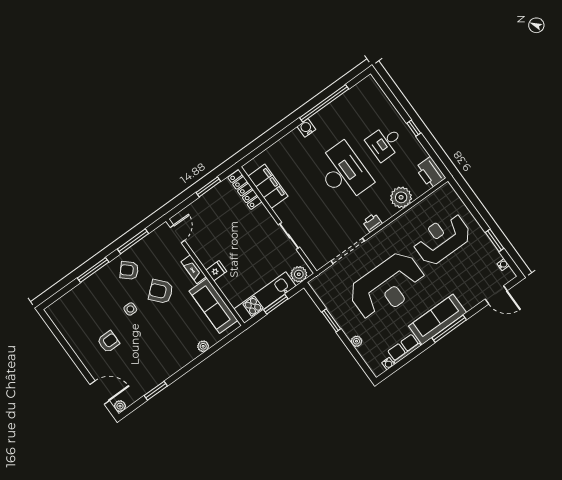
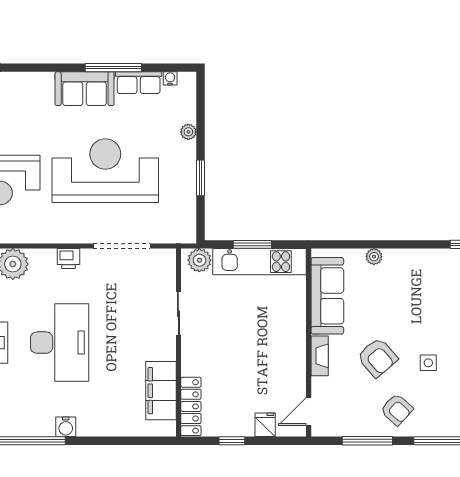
desk: (344, 172) -> (60, 343), turned 180
window: (208, 187) -> (232, 441), width x0.67
fridge: (216, 271) -> (265, 425), moved, turned 90
sofa: (437, 319) -> (85, 89), width x0.73
window: (449, 329) -> (113, 68), moved

